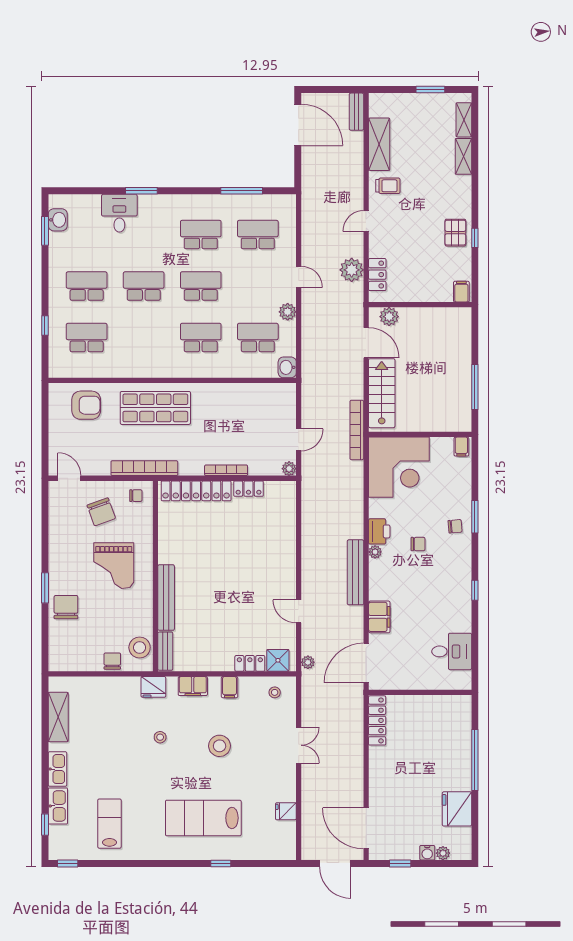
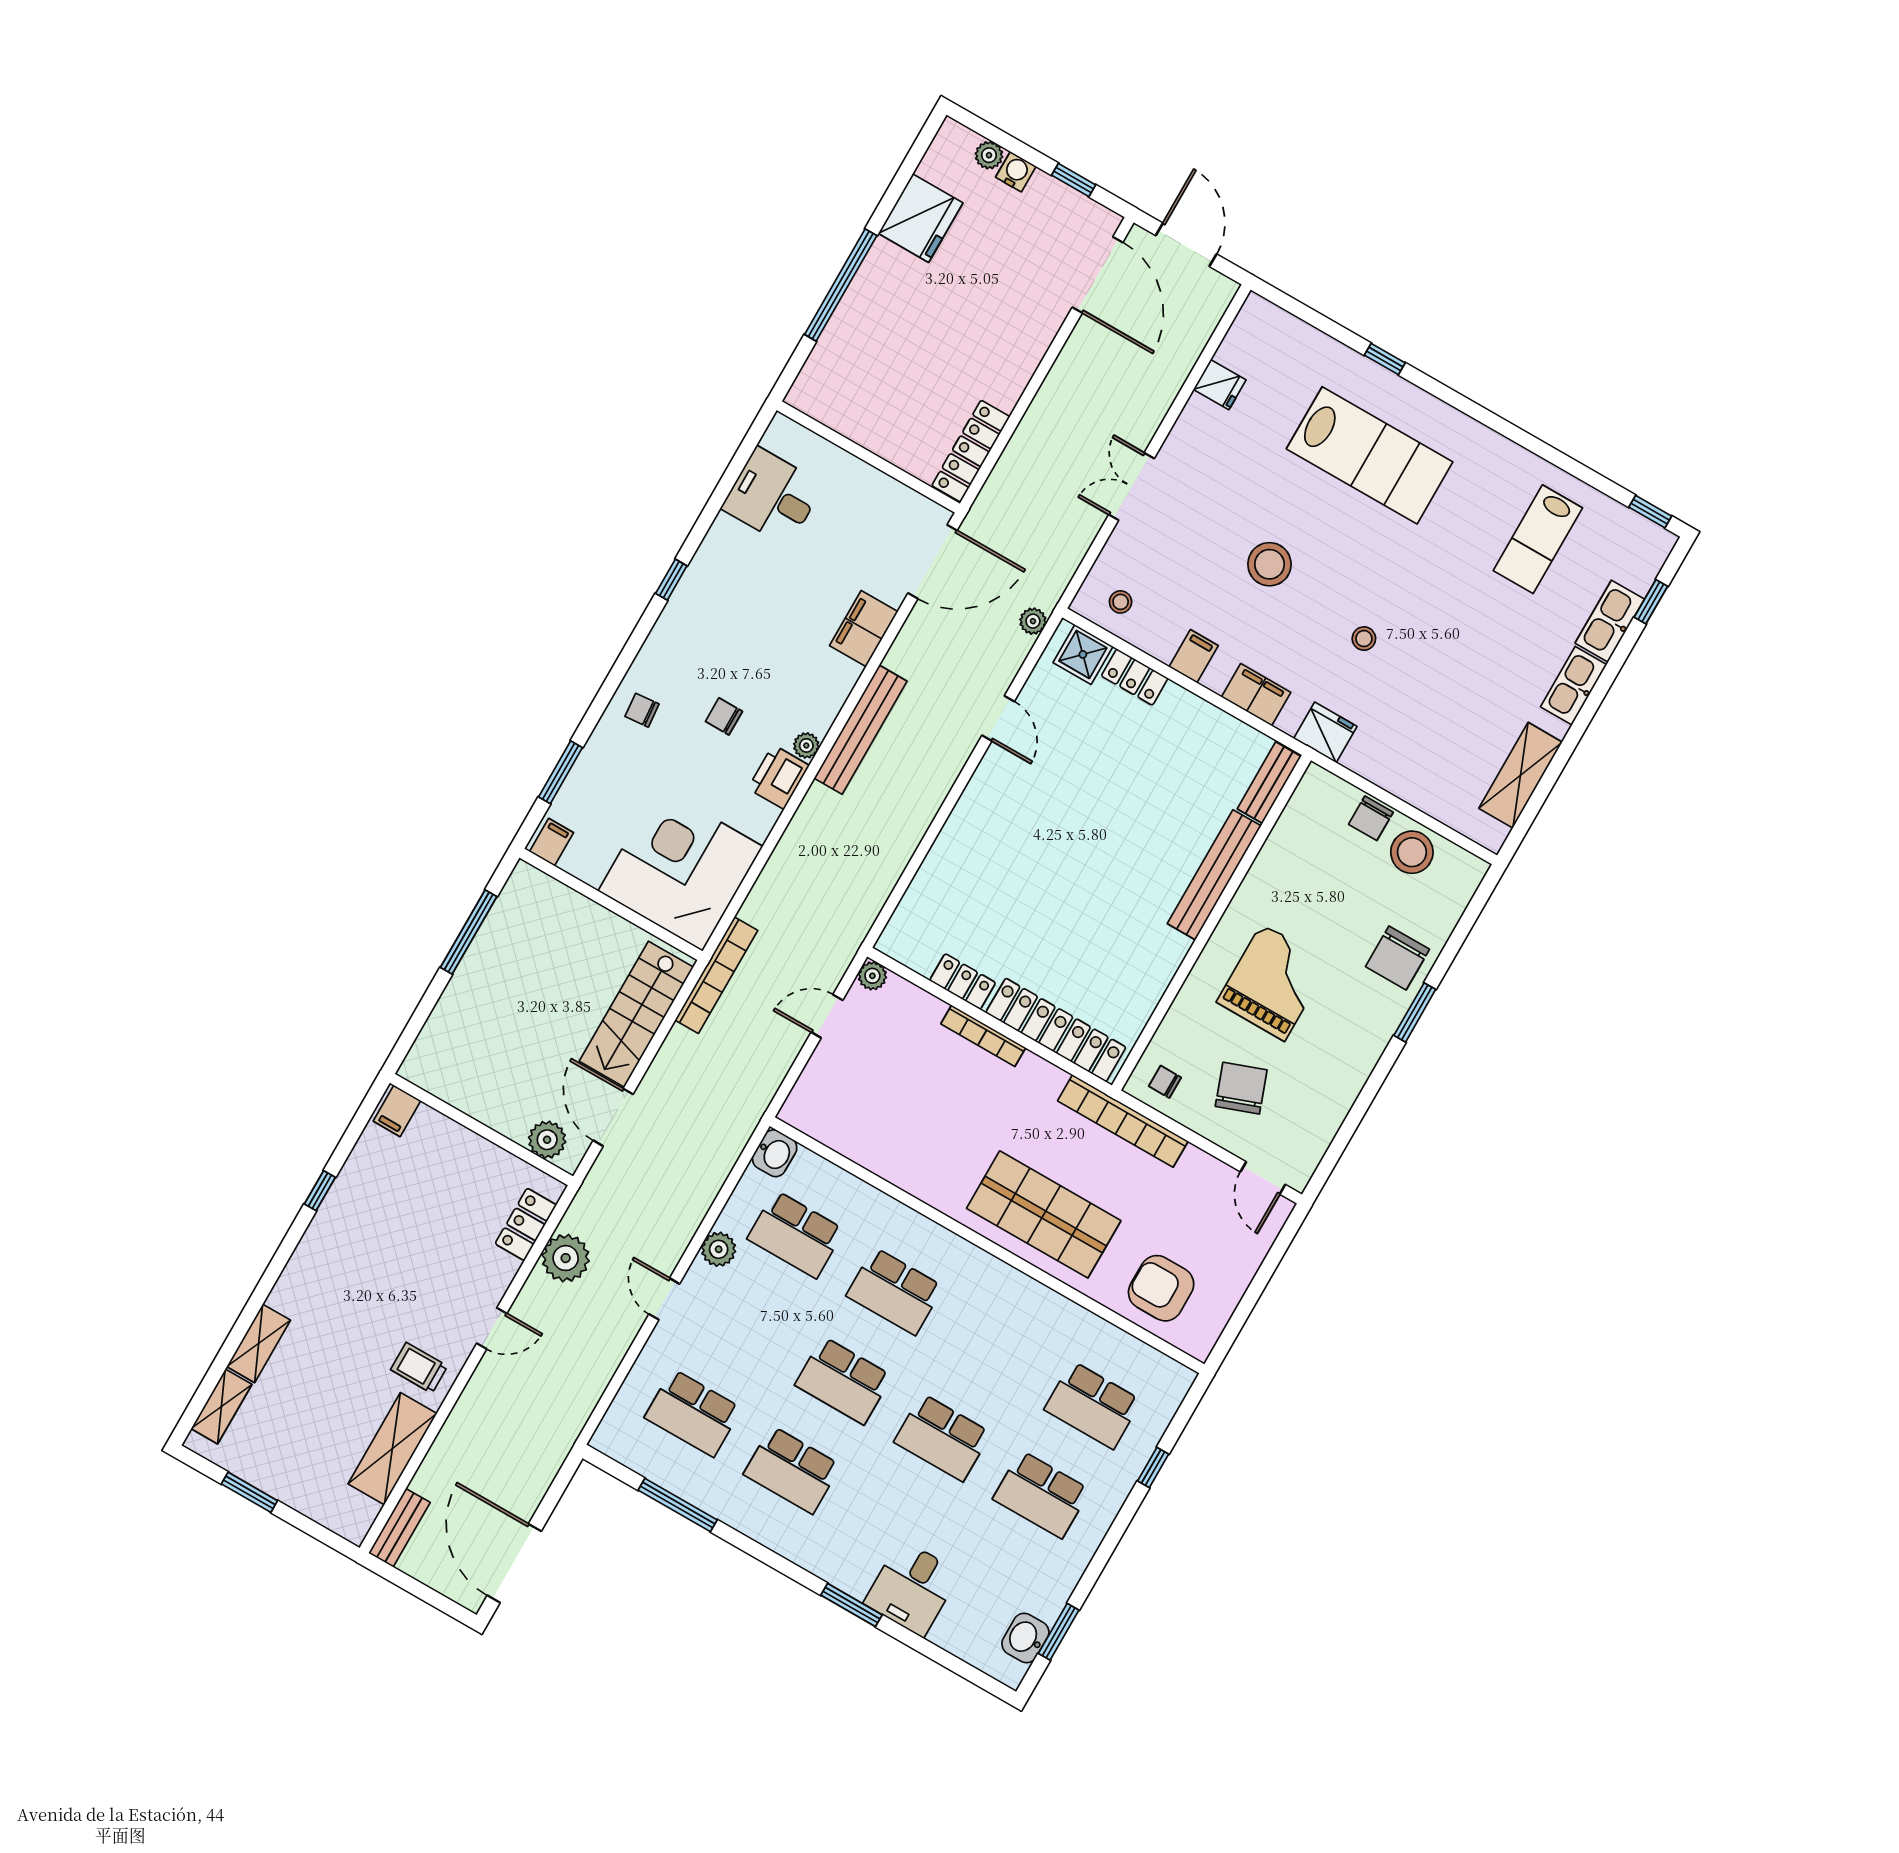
pallet: (455, 233) -> (348, 1219), removed
window: (475, 517) -> (561, 772), moved
stool: (140, 647) -> (1412, 852), moved

